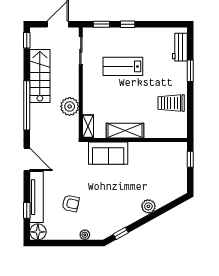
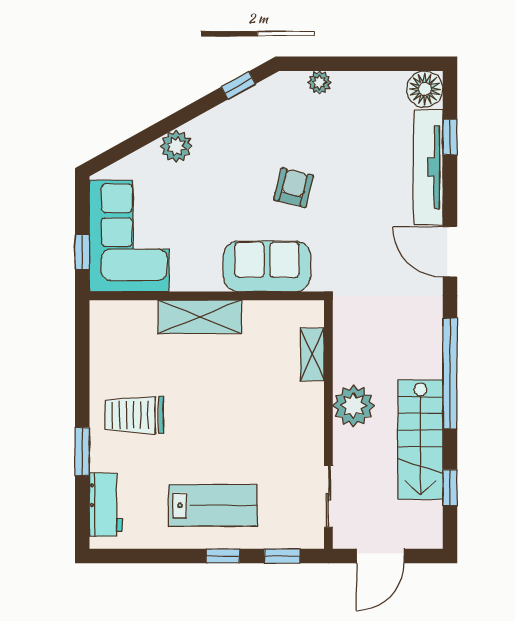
window: (27, 40) -> (450, 487), moved
lab bench: (123, 66) -> (213, 505), moved
trolley: (171, 103) -> (134, 415), moved, turned 180
plant: (70, 106) -> (354, 406), moved
shelving: (88, 126) -> (312, 354), moved
shelving: (125, 131) -> (200, 317), moved
corner sofa: (169, 167) -> (129, 236), added
armchair: (71, 203) -> (294, 188), moved, turned 92

